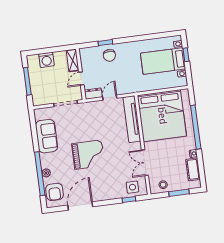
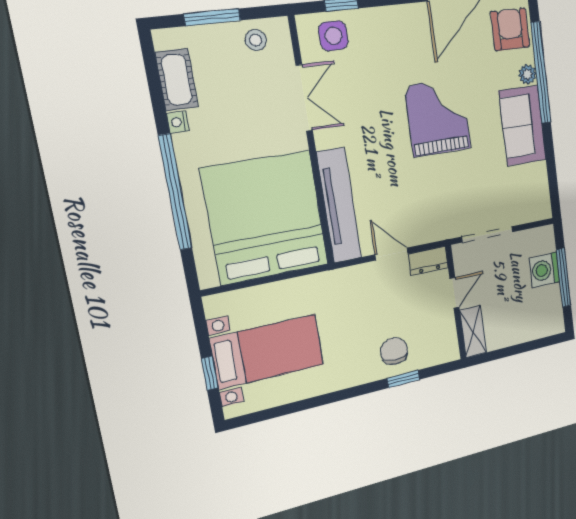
washing machine: (46, 60) -> (544, 270), moved, turned -90
door: (110, 98) -> (392, 254), swing flipped
sofa: (47, 136) -> (523, 126), moved
grand piano: (88, 155) -> (438, 117), turned 90

